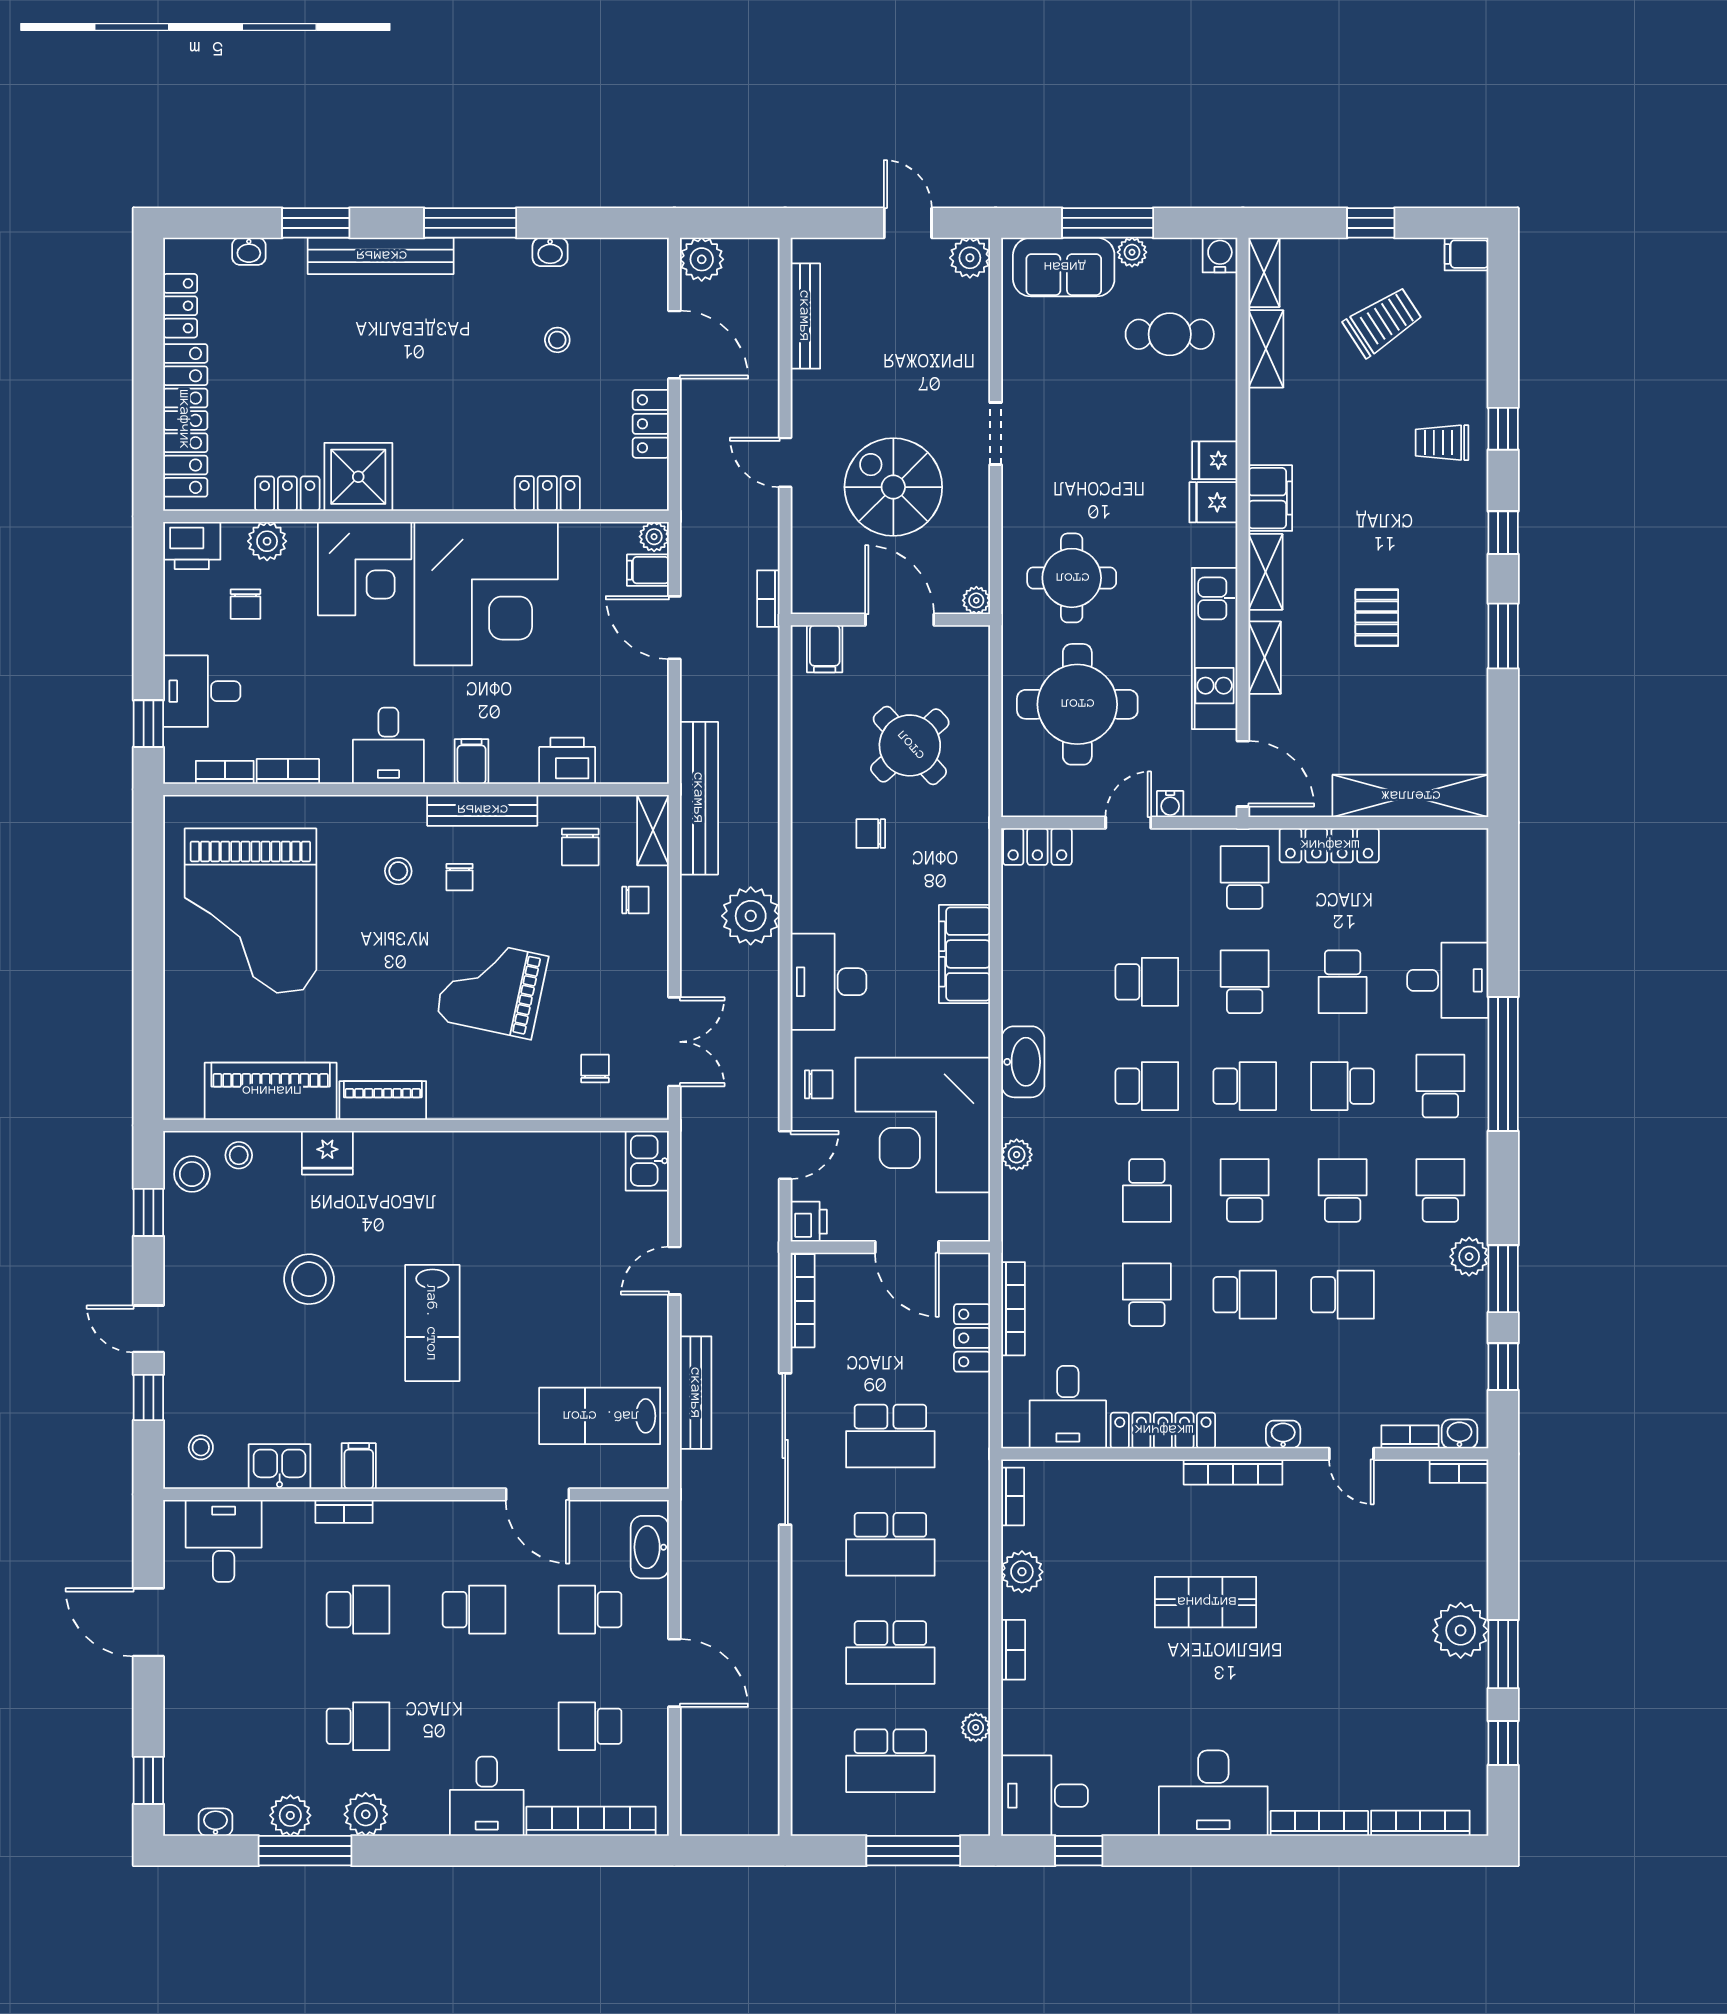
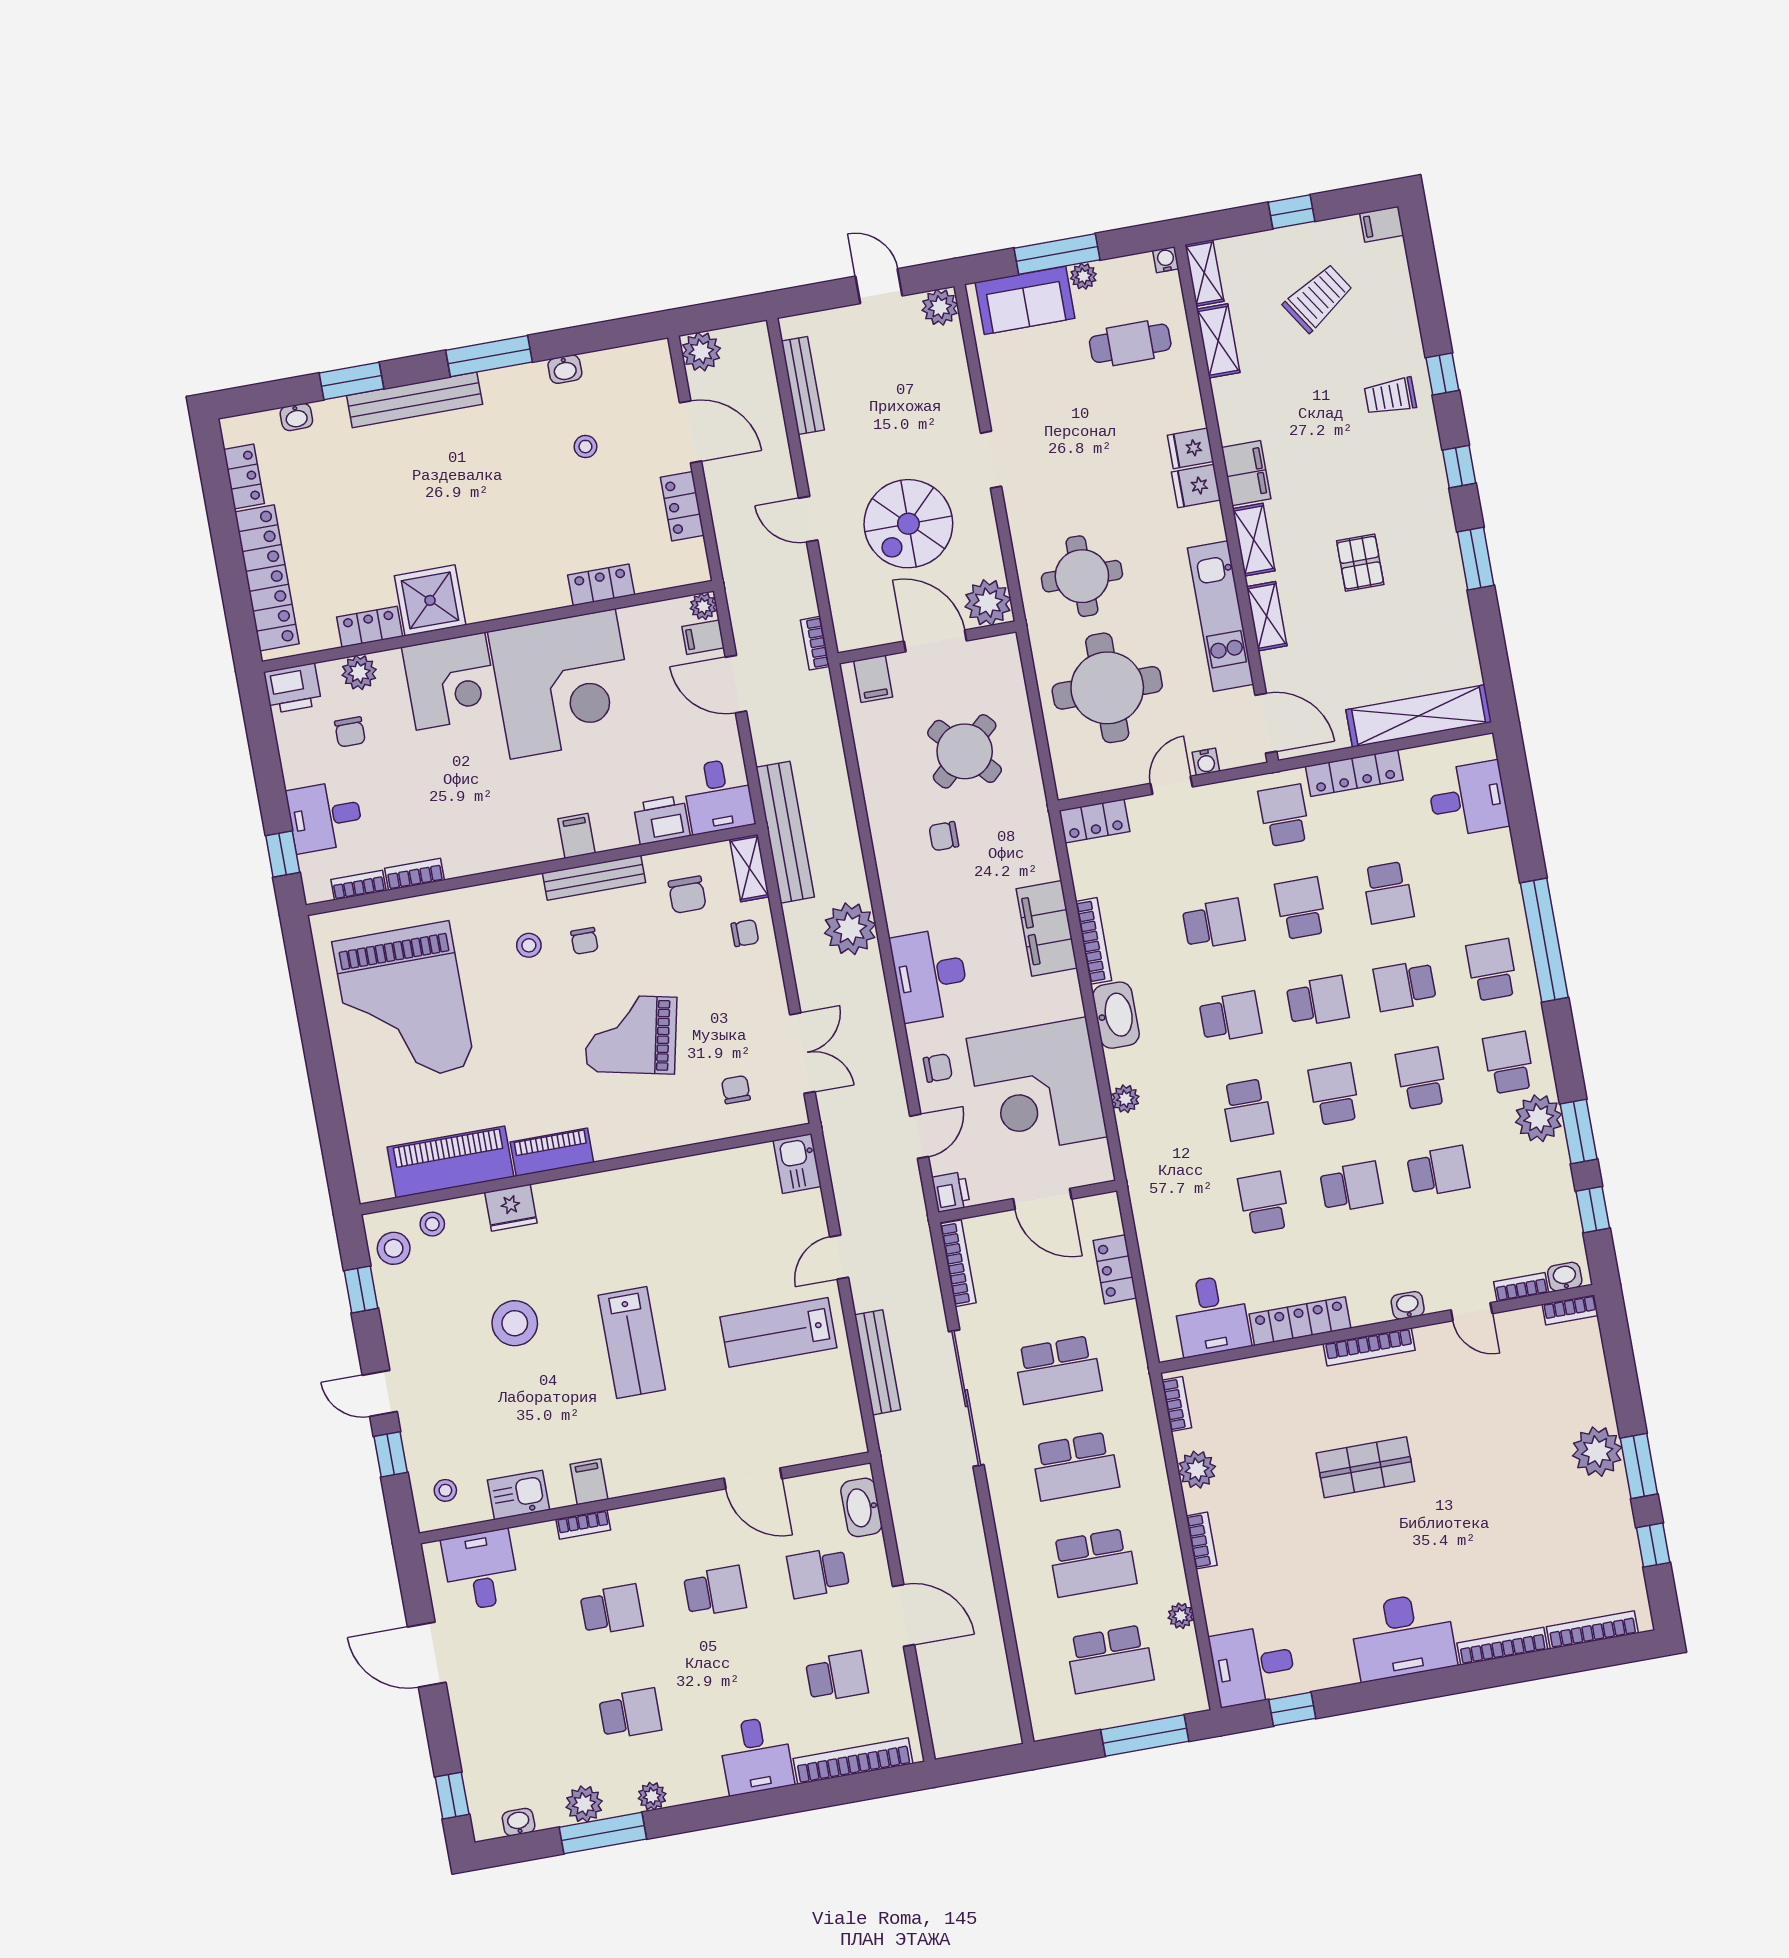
water cooler: (1220, 255) -> (1166, 260), width x0.72, depth x0.72
spiral stairs: (893, 487) -> (908, 524), turned -90
plant: (976, 600) -> (988, 603), width x1.87, depth x1.87
desk: (388, 746) -> (718, 796), moved
desk: (1448, 980) -> (1468, 799), moved
plant: (1469, 1257) -> (1539, 1118), width x1.36, depth x1.36
bookcase: (1013, 1309) -> (1094, 941), moved
lab bench: (600, 1416) -> (778, 1332), moved
school desk: (590, 1726) -> (837, 1677), turned 180
plant: (366, 1814) -> (652, 1796), width x0.73, depth x0.73

